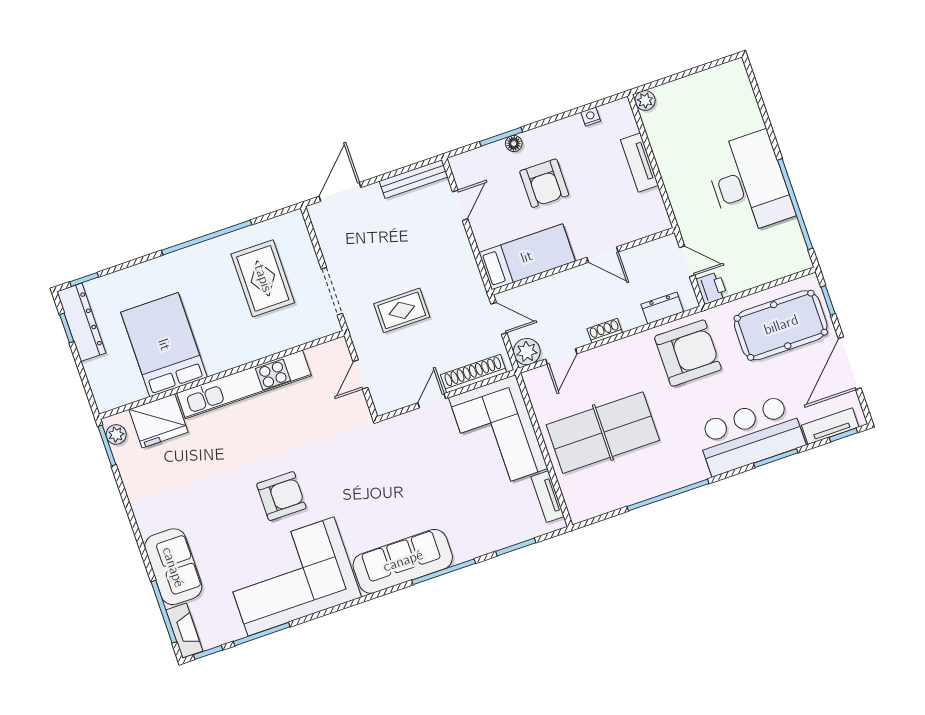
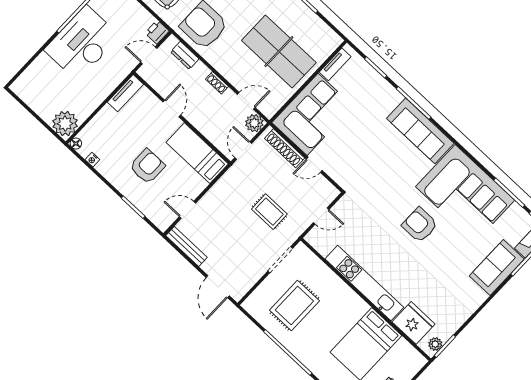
plant: (645, 100) -> (65, 124), width x1.87, depth x1.87
floor lamp: (514, 144) -> (76, 144), moved
tv unit: (639, 162) -> (125, 93), moved
door: (340, 192) -> (218, 287), hinge flipped
door: (687, 261) -> (149, 55), hinge flipped

